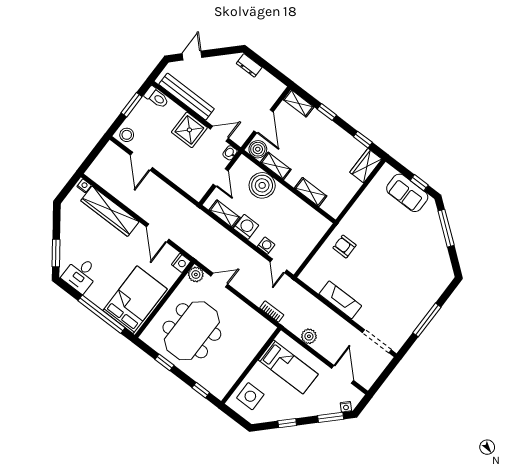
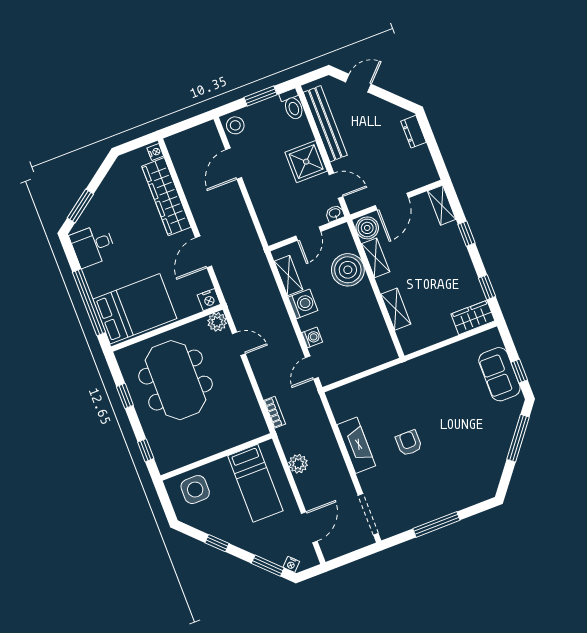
armchair: (344, 247) -> (409, 443), moved
meeting table: (192, 331) -> (176, 380), turned 90

